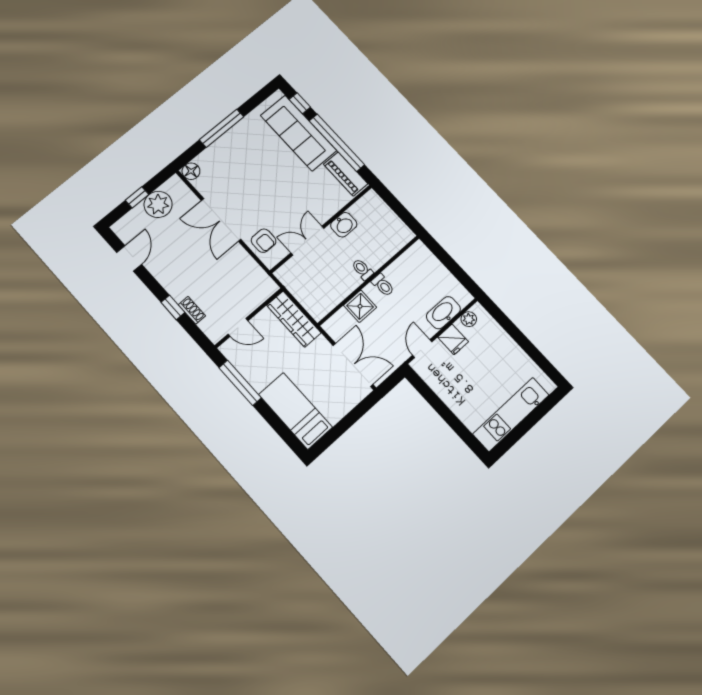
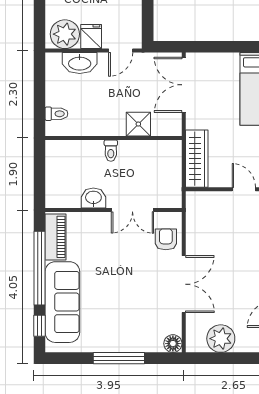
window: (137, 197) -> (232, 358), removed
toilet: (383, 285) -> (56, 114), moved, turned 90
plant: (469, 319) -> (65, 34), width x1.88, depth x1.88

